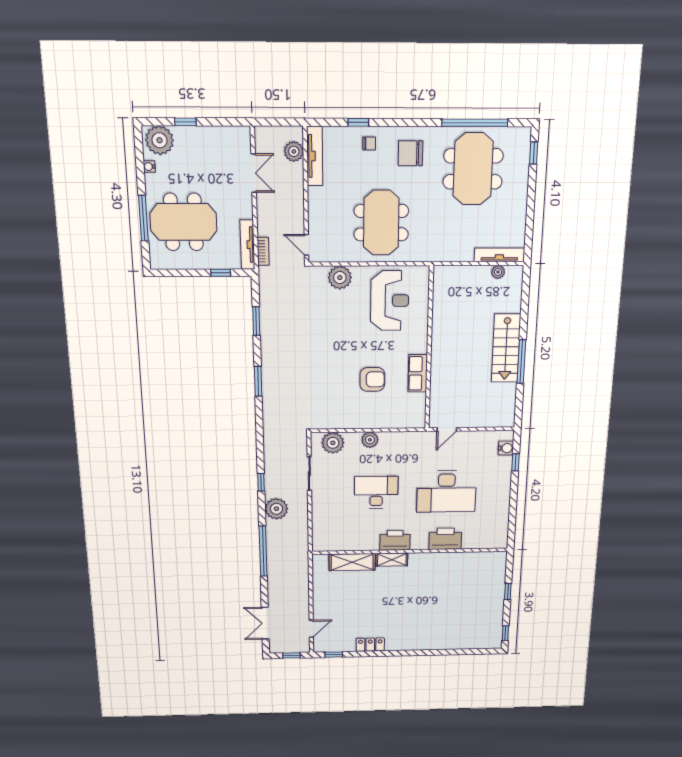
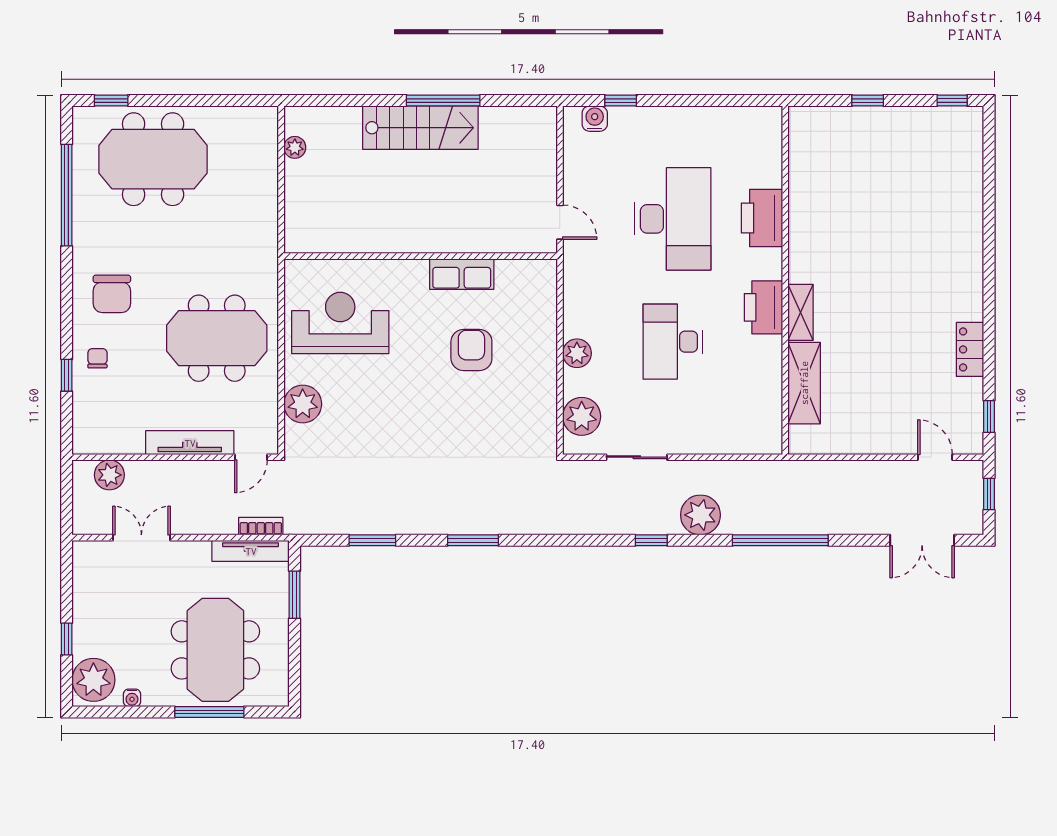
tv unit: (315, 156) -> (190, 443), moved
meeting table: (473, 169) -> (153, 159), moved
tv unit: (499, 255) -> (267, 147), removed
window: (221, 273) -> (295, 595), width x1.50

